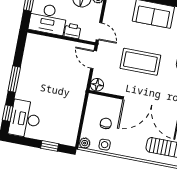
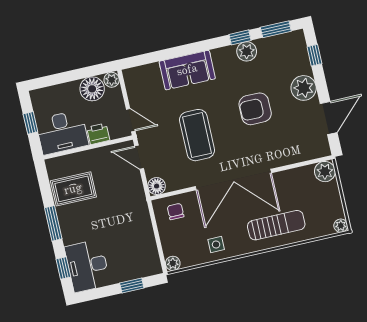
rug: (39, 61) -> (73, 189), added
coffee table: (140, 62) -> (197, 135), turned 90
chair: (106, 123) -> (176, 211), moved
side table: (105, 145) -> (216, 244), moved

